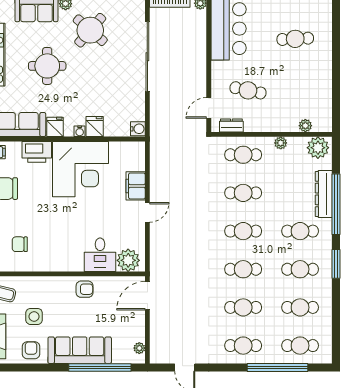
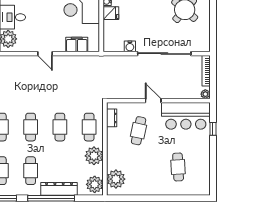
door: (209, 108) -> (153, 101), moved
plant: (305, 126) -> (116, 179), width x1.88, depth x1.88
water cooler: (138, 129) -> (130, 46), moved
plant: (281, 143) -> (94, 156), width x1.87, depth x1.87
filing cabinet: (136, 186) -> (77, 45), moved

